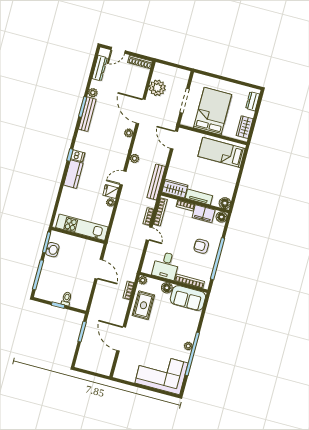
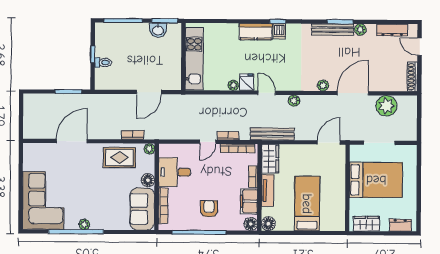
bed: (221, 152) -> (307, 204), moved

